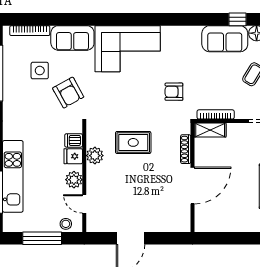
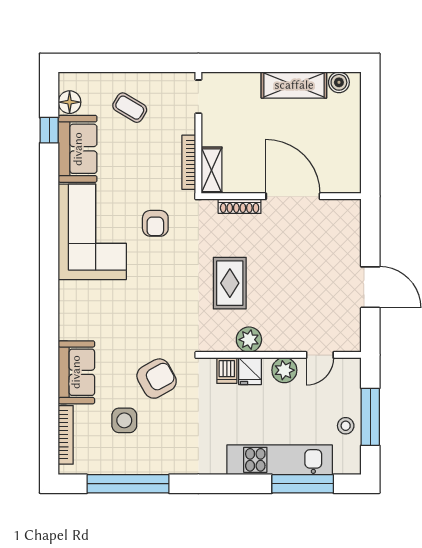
corner sofa: (128, 49) -> (92, 232), moved
stool: (66, 224) -> (346, 426), moved

